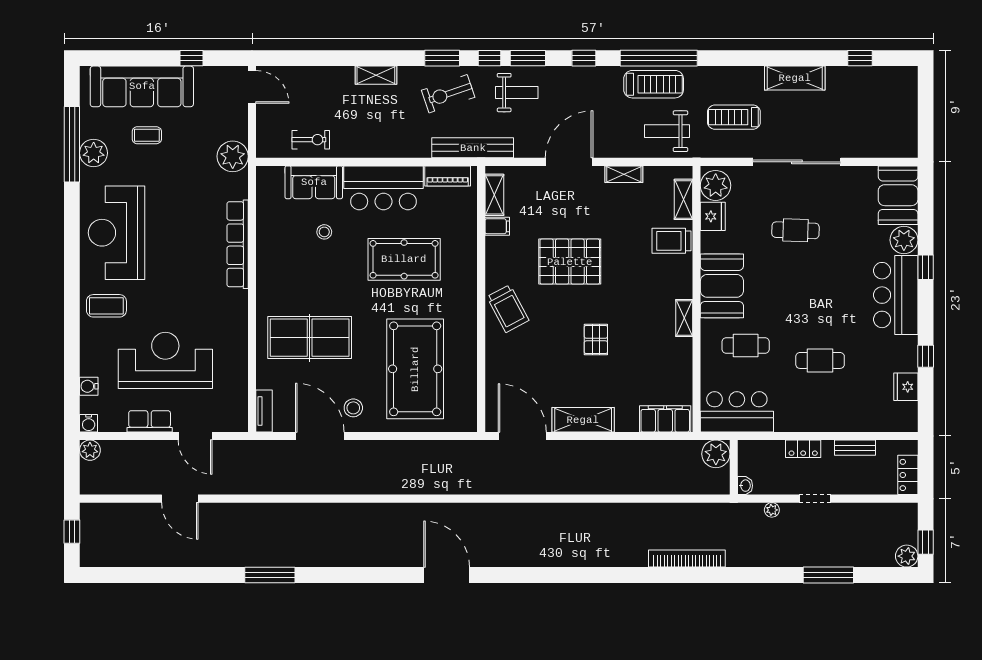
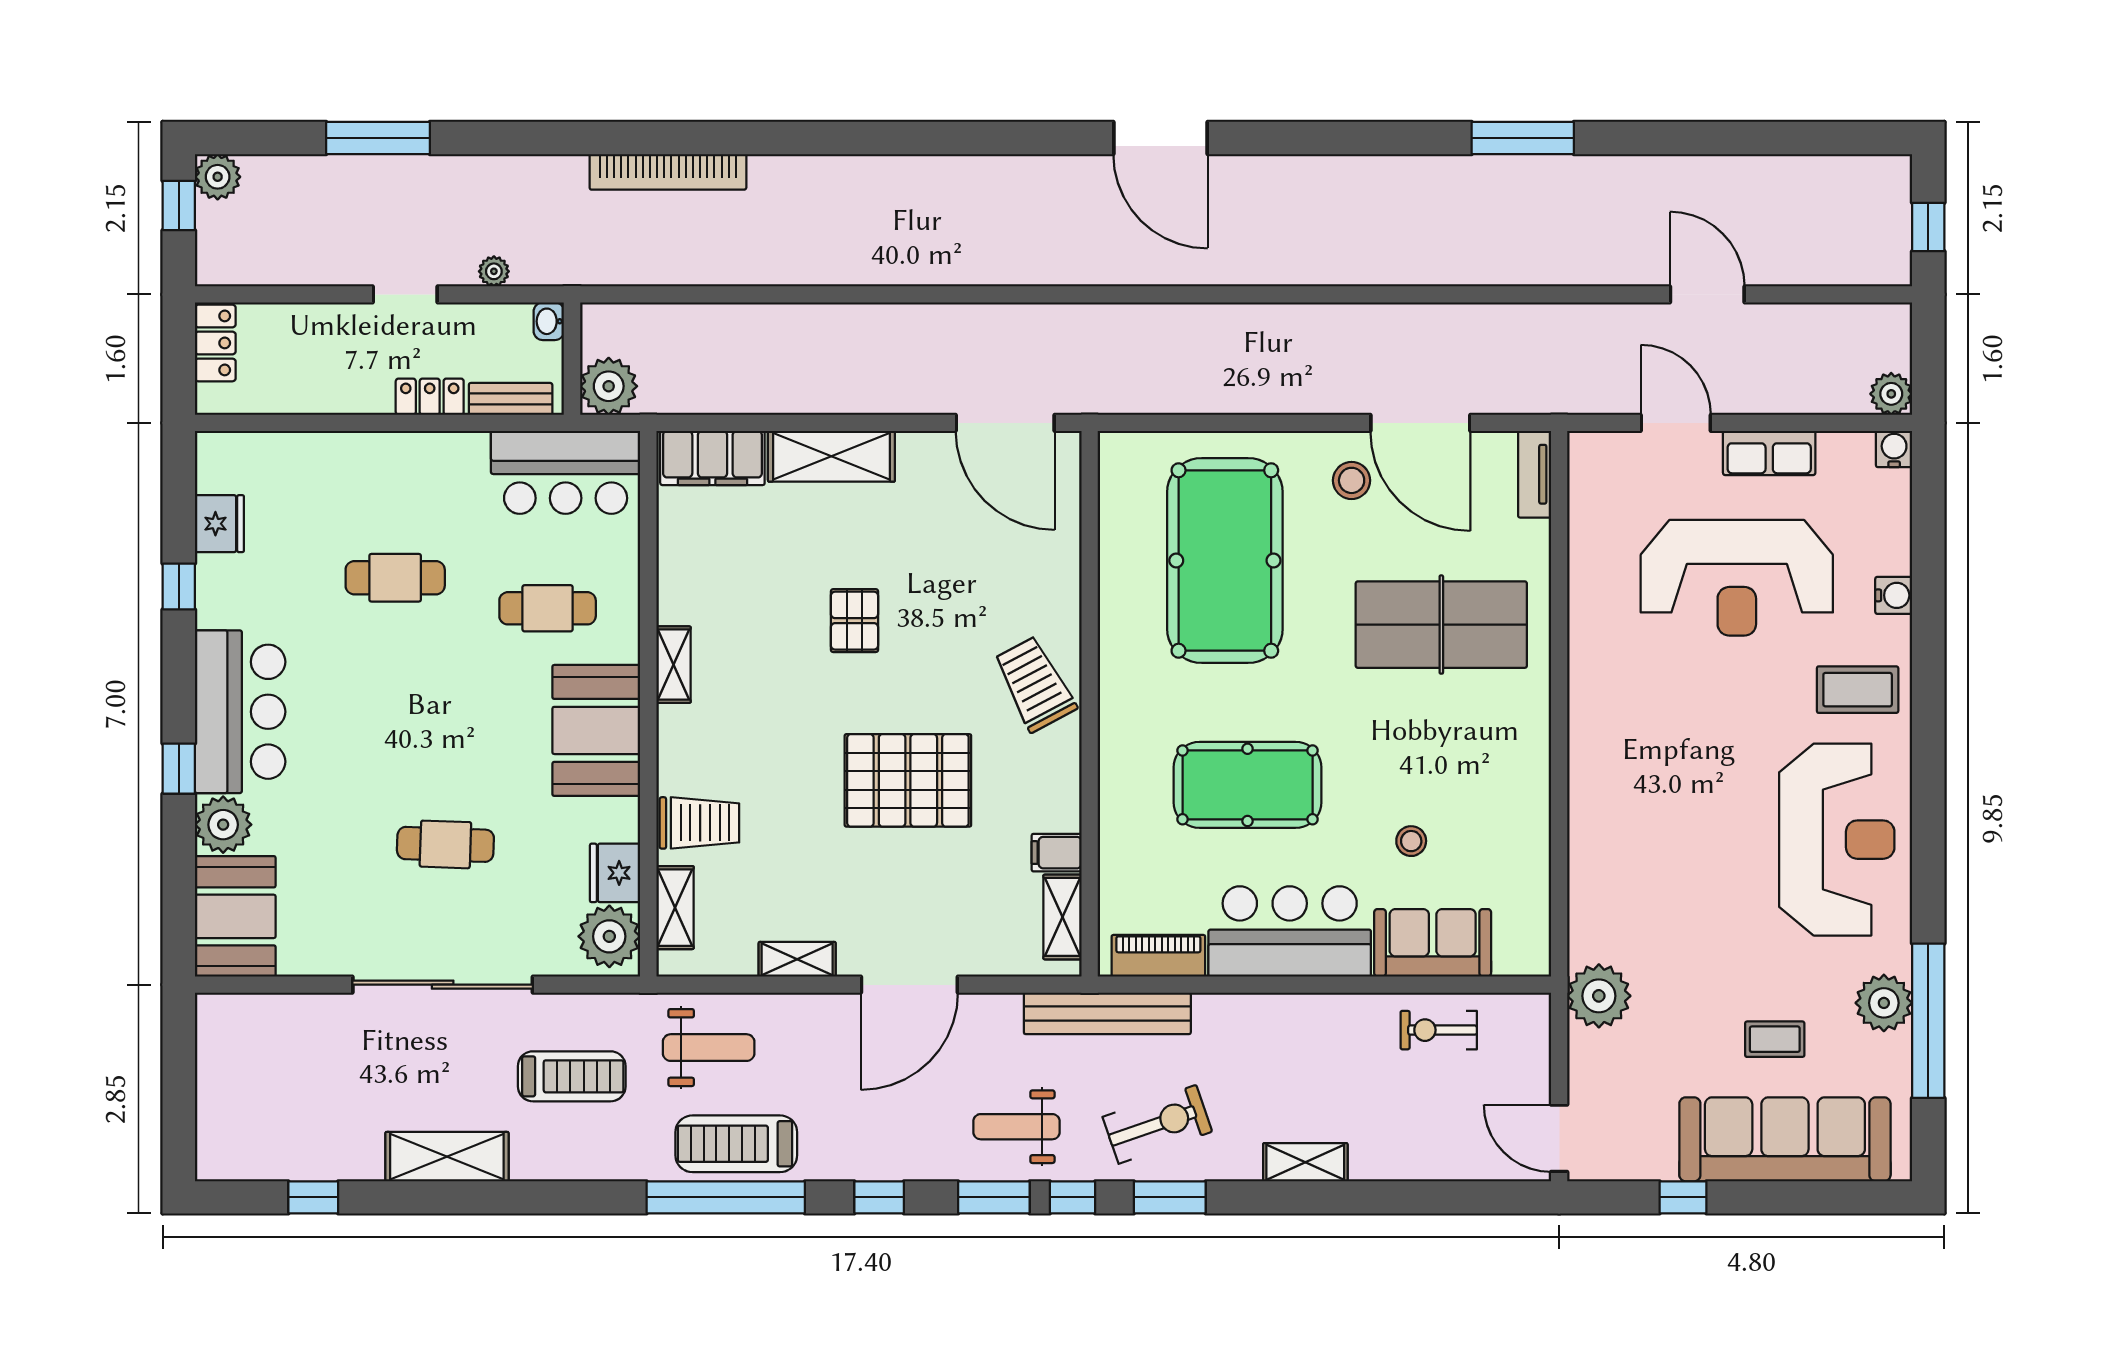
row of seats: (238, 244) -> (1589, 816), removed
water cooler: (89, 386) -> (1894, 595), moved
shelving: (583, 420) -> (831, 456), moved
bench: (855, 448) -> (511, 399), moved

